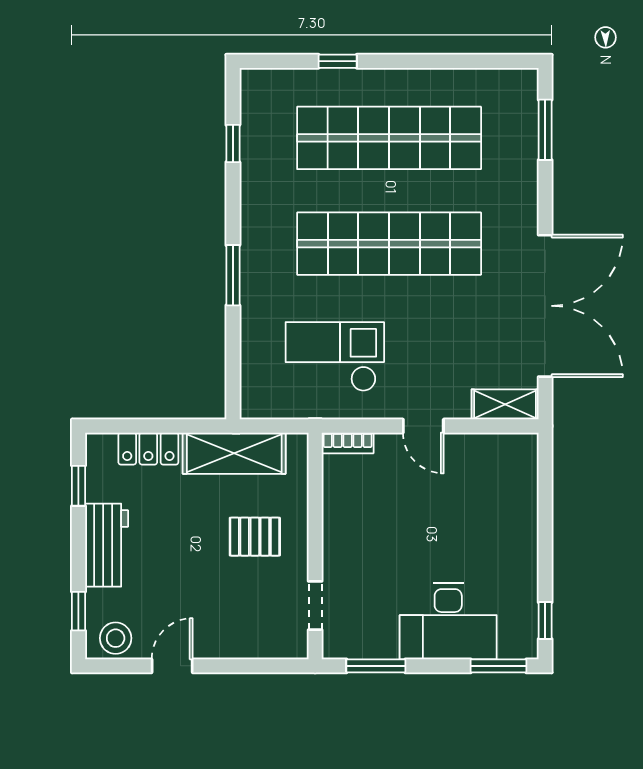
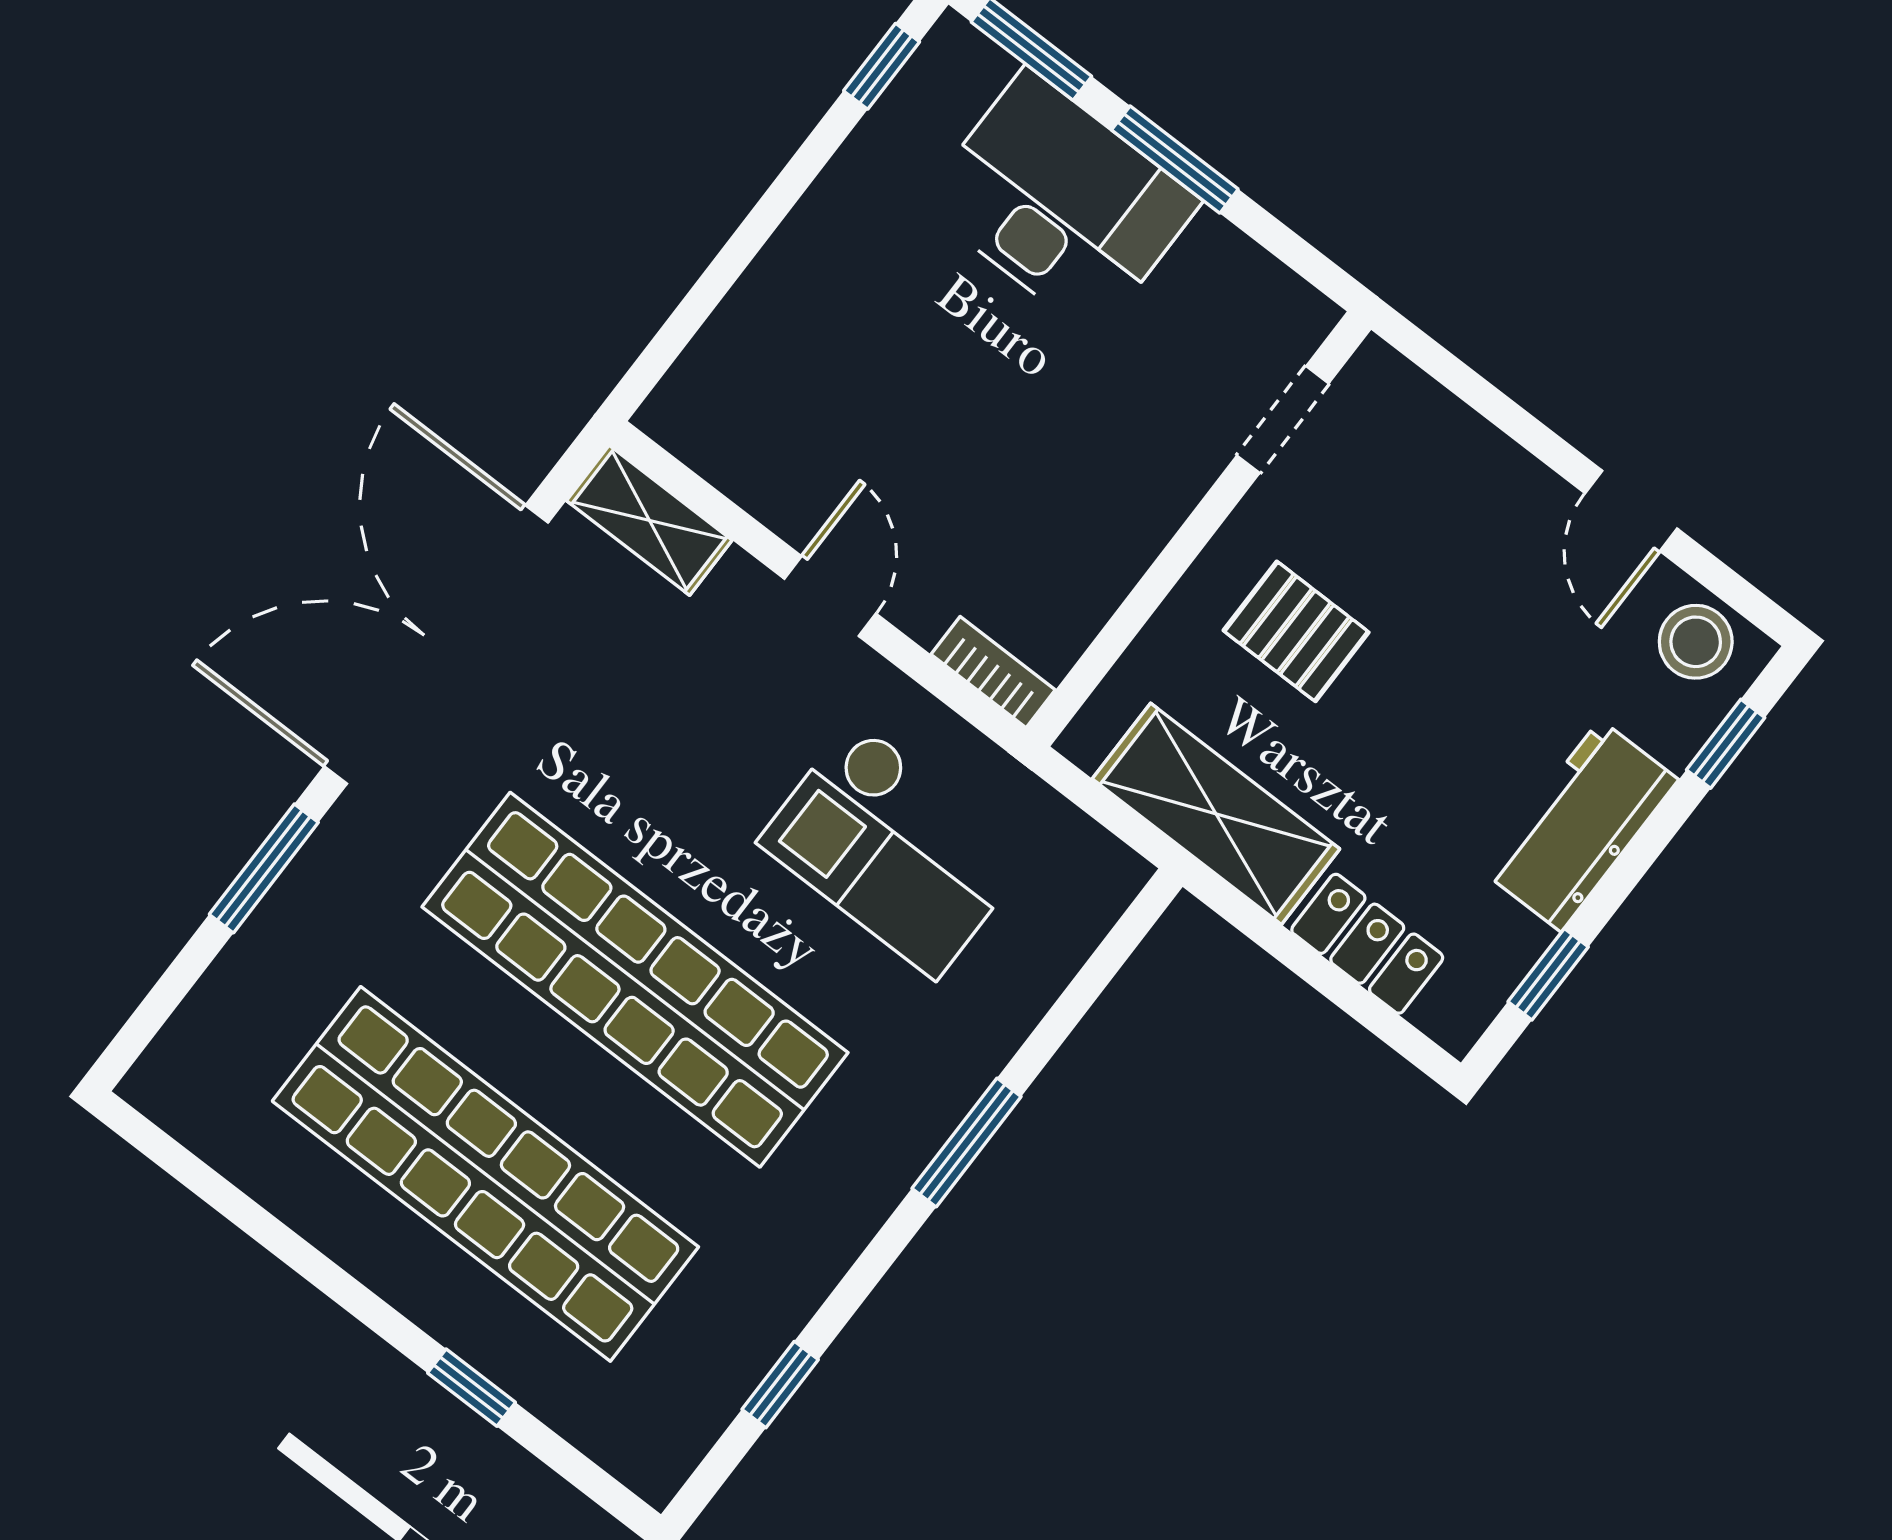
window: (545, 130) -> (264, 868), moved
door: (172, 666) -> (1631, 511), hinge flipped
window: (376, 666) -> (1175, 160), moved

